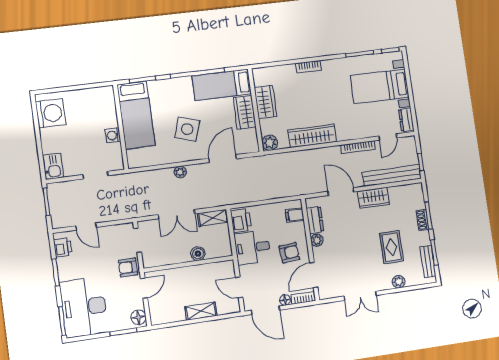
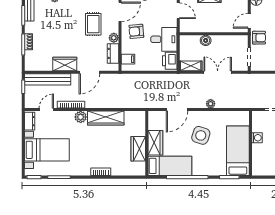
plant: (270, 143) -> (81, 117), moved
door: (341, 192) -> (89, 72), hinge flipped
rug: (392, 247) -> (93, 24), moved

